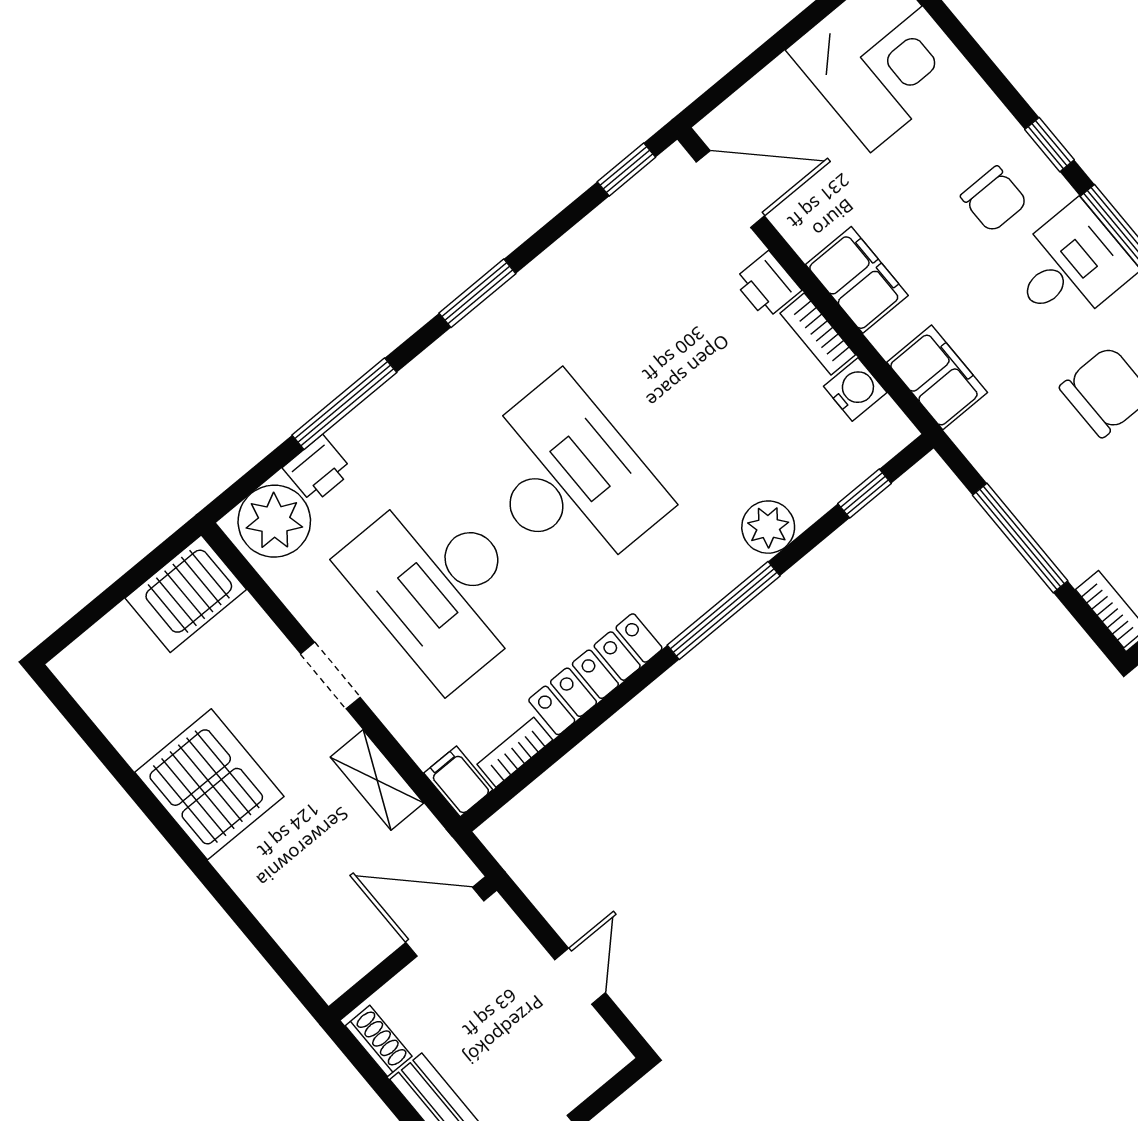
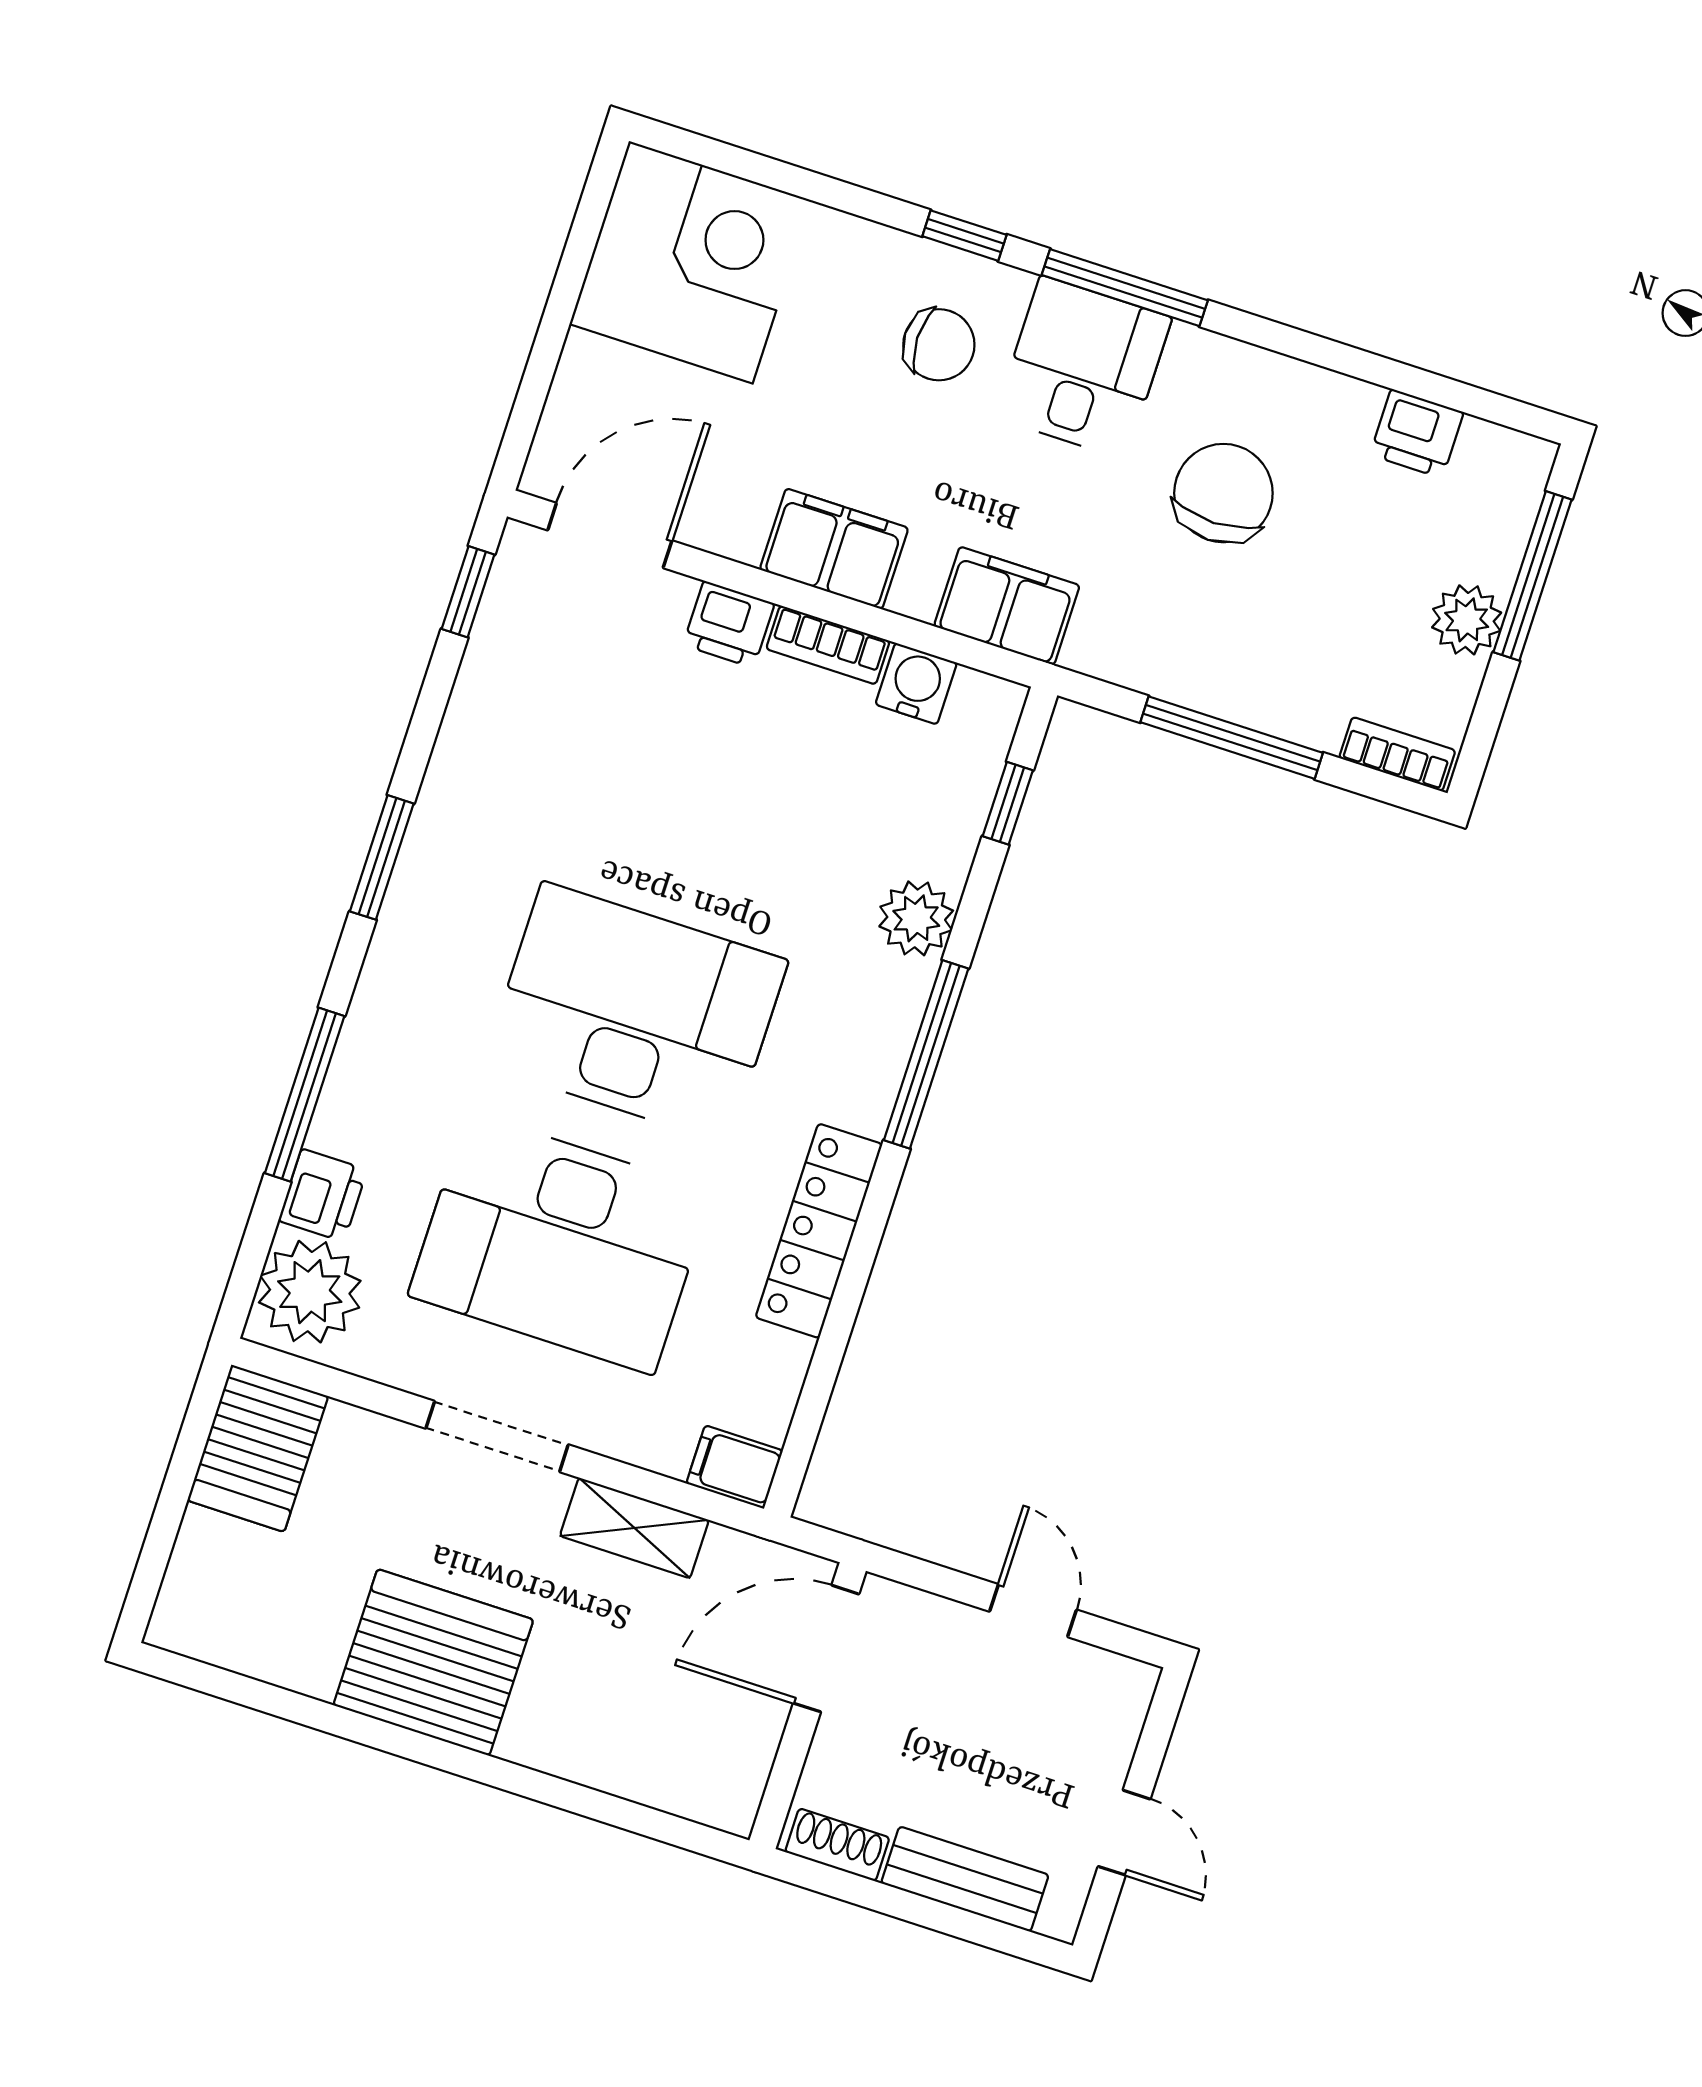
doorway: (330, 676) -> (497, 1437), width x1.38
bookcase: (515, 752) -> (781, 1388), removed

